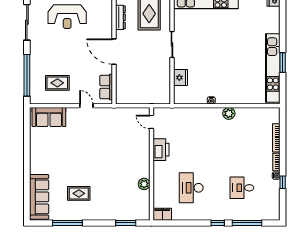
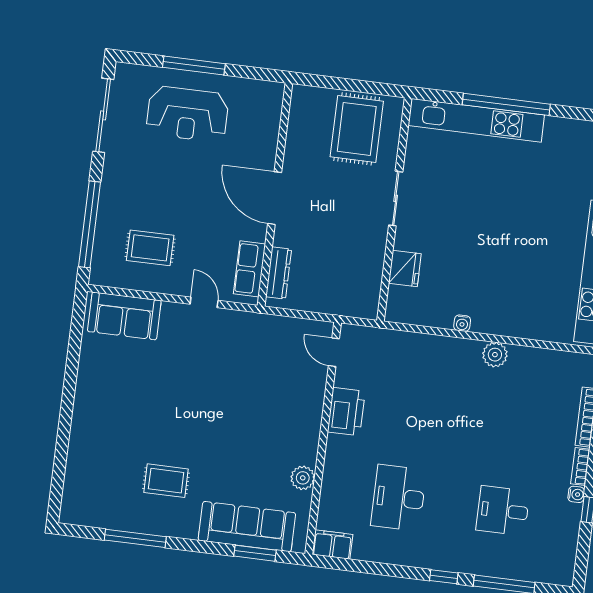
dresser: (120, 17) -> (279, 273), moved
sofa: (39, 197) -> (247, 527), moved, turned -90

